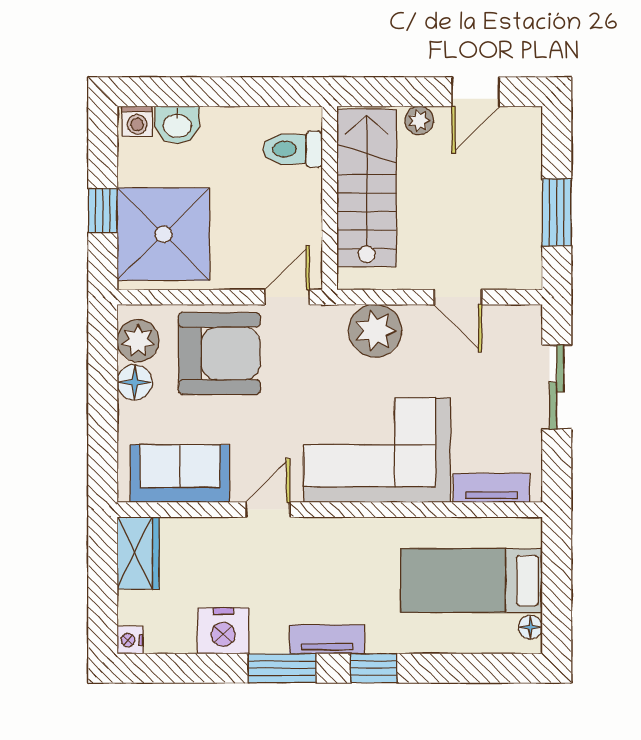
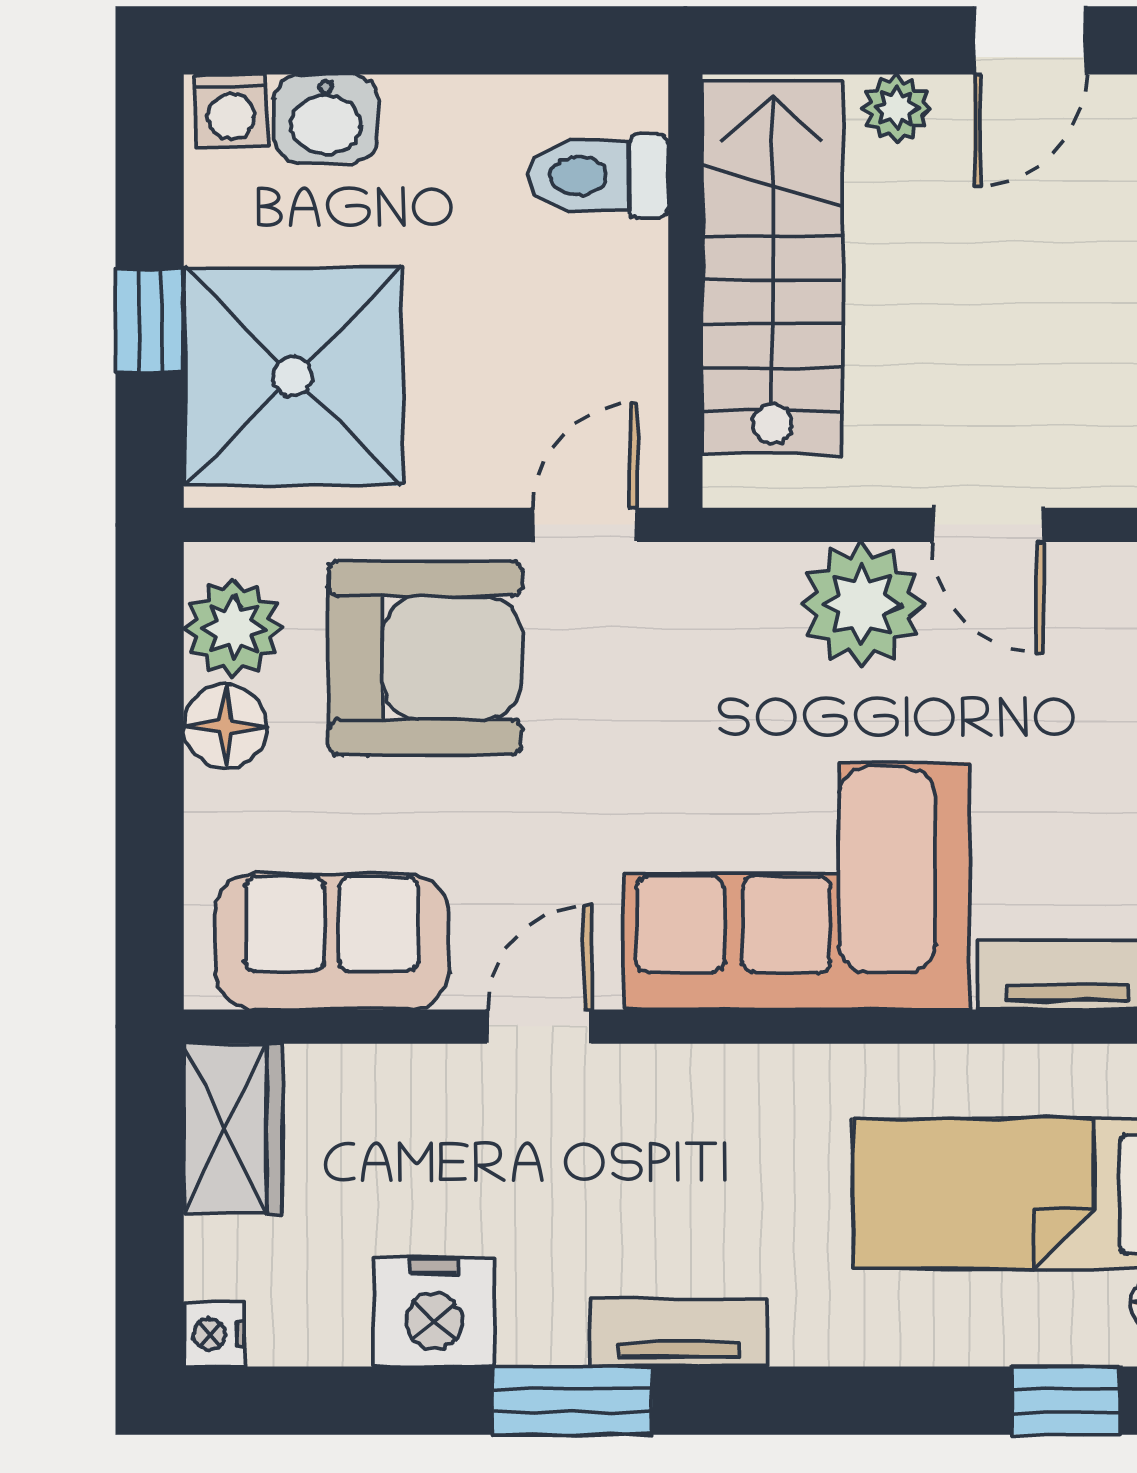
plant: (375, 331) -> (862, 604), moved
window: (374, 668) -> (1065, 1401), moved

